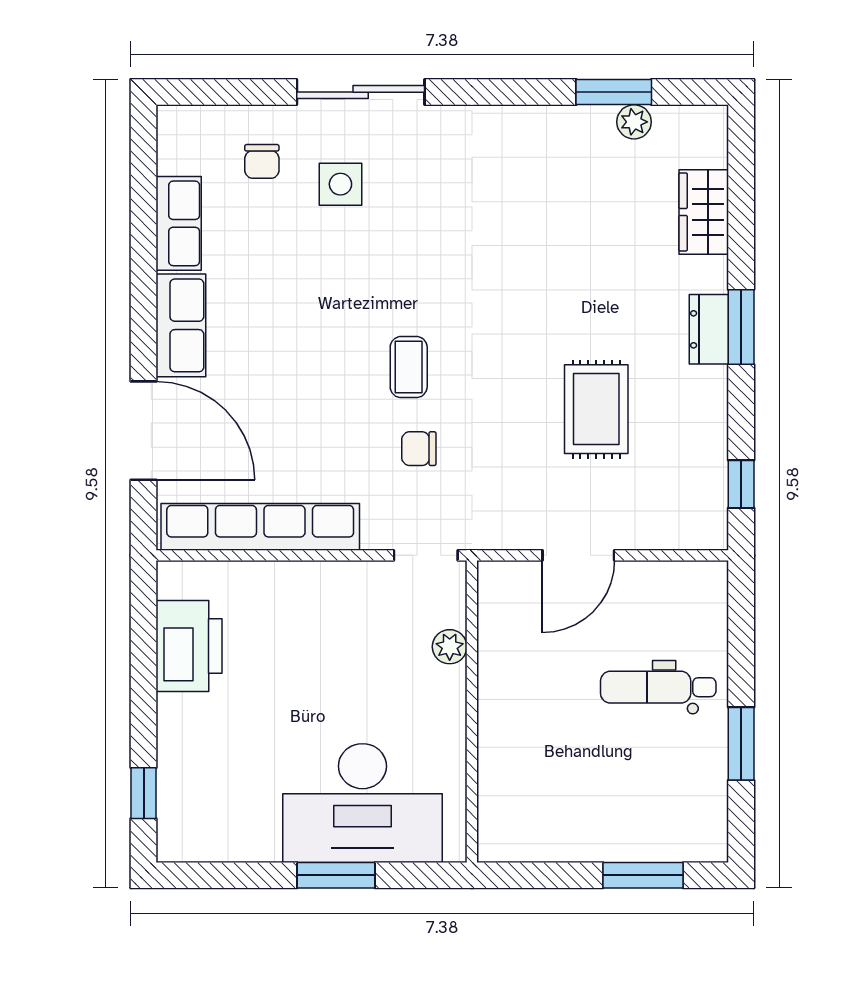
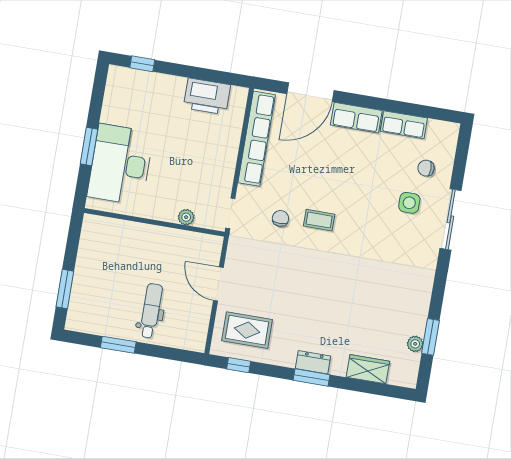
rug: (596, 409) -> (247, 330), moved

